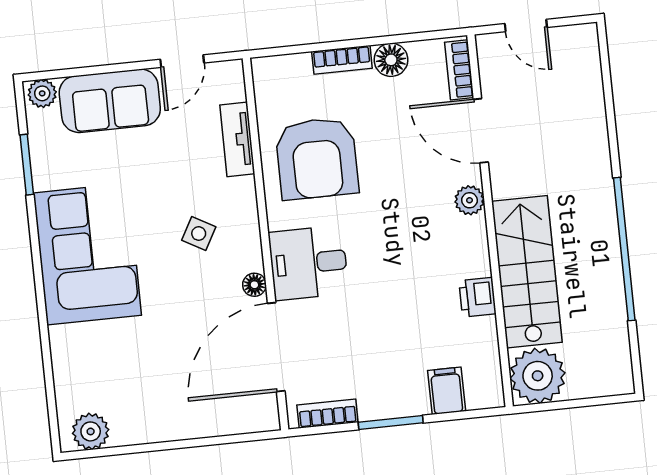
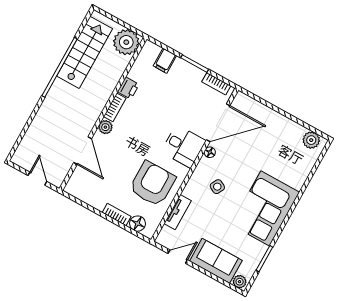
floor lamp: (391, 60) -> (137, 224), moved
bookcase: (459, 70) -> (115, 107), moved
stairs: (527, 272) -> (85, 52), moved, turned 180

